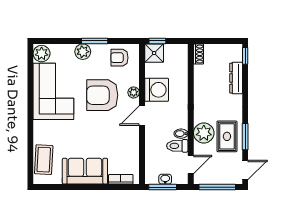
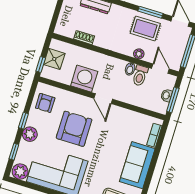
window: (60, 41) -> (14, 152), added
window: (95, 41) -> (23, 121), width x0.67
shower: (154, 53) -> (54, 59), moved
shoe rack: (199, 54) -> (84, 38), moved
plant: (134, 92) -> (80, 100), removed
armchair: (102, 95) -> (74, 129), turned 180
plant: (204, 133) -> (139, 54), width x0.53, depth x0.53

